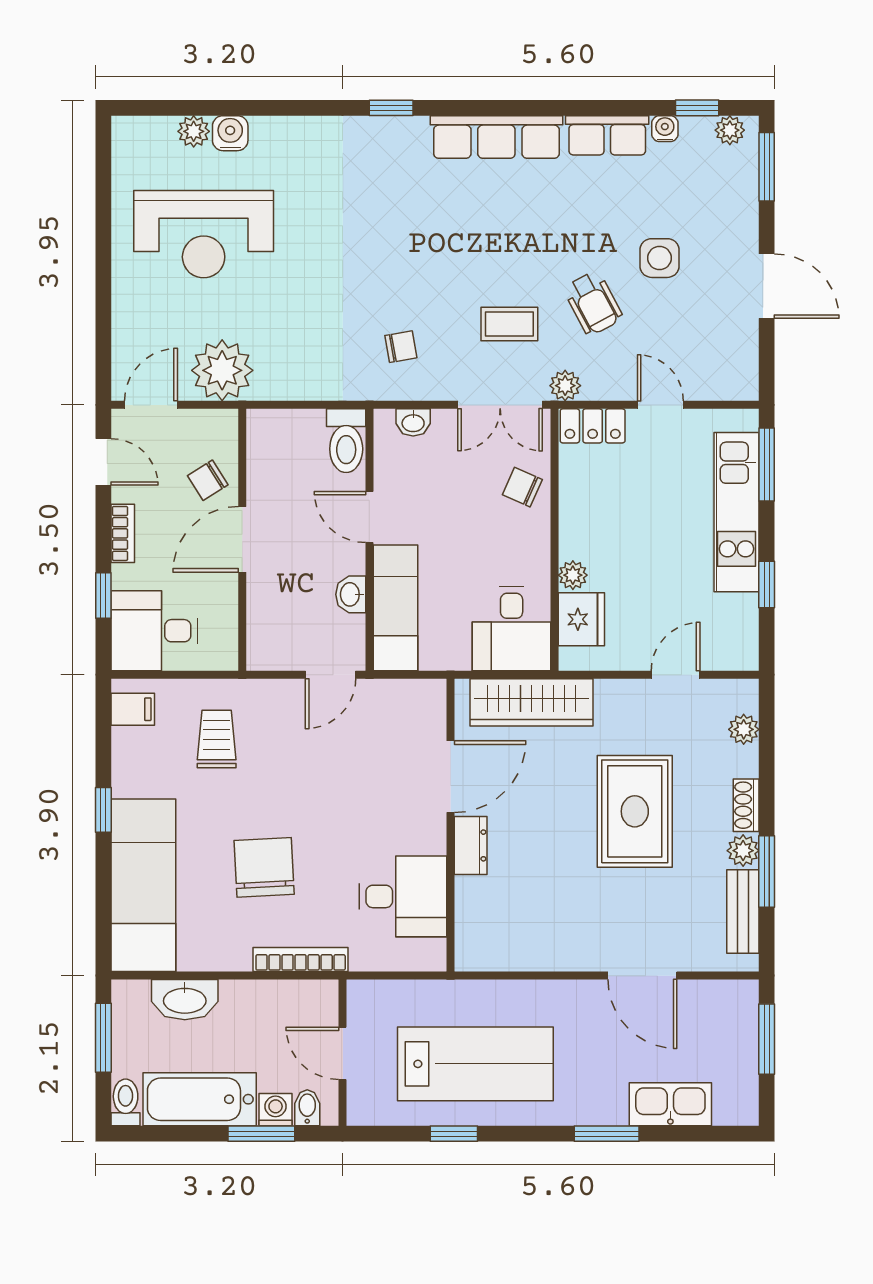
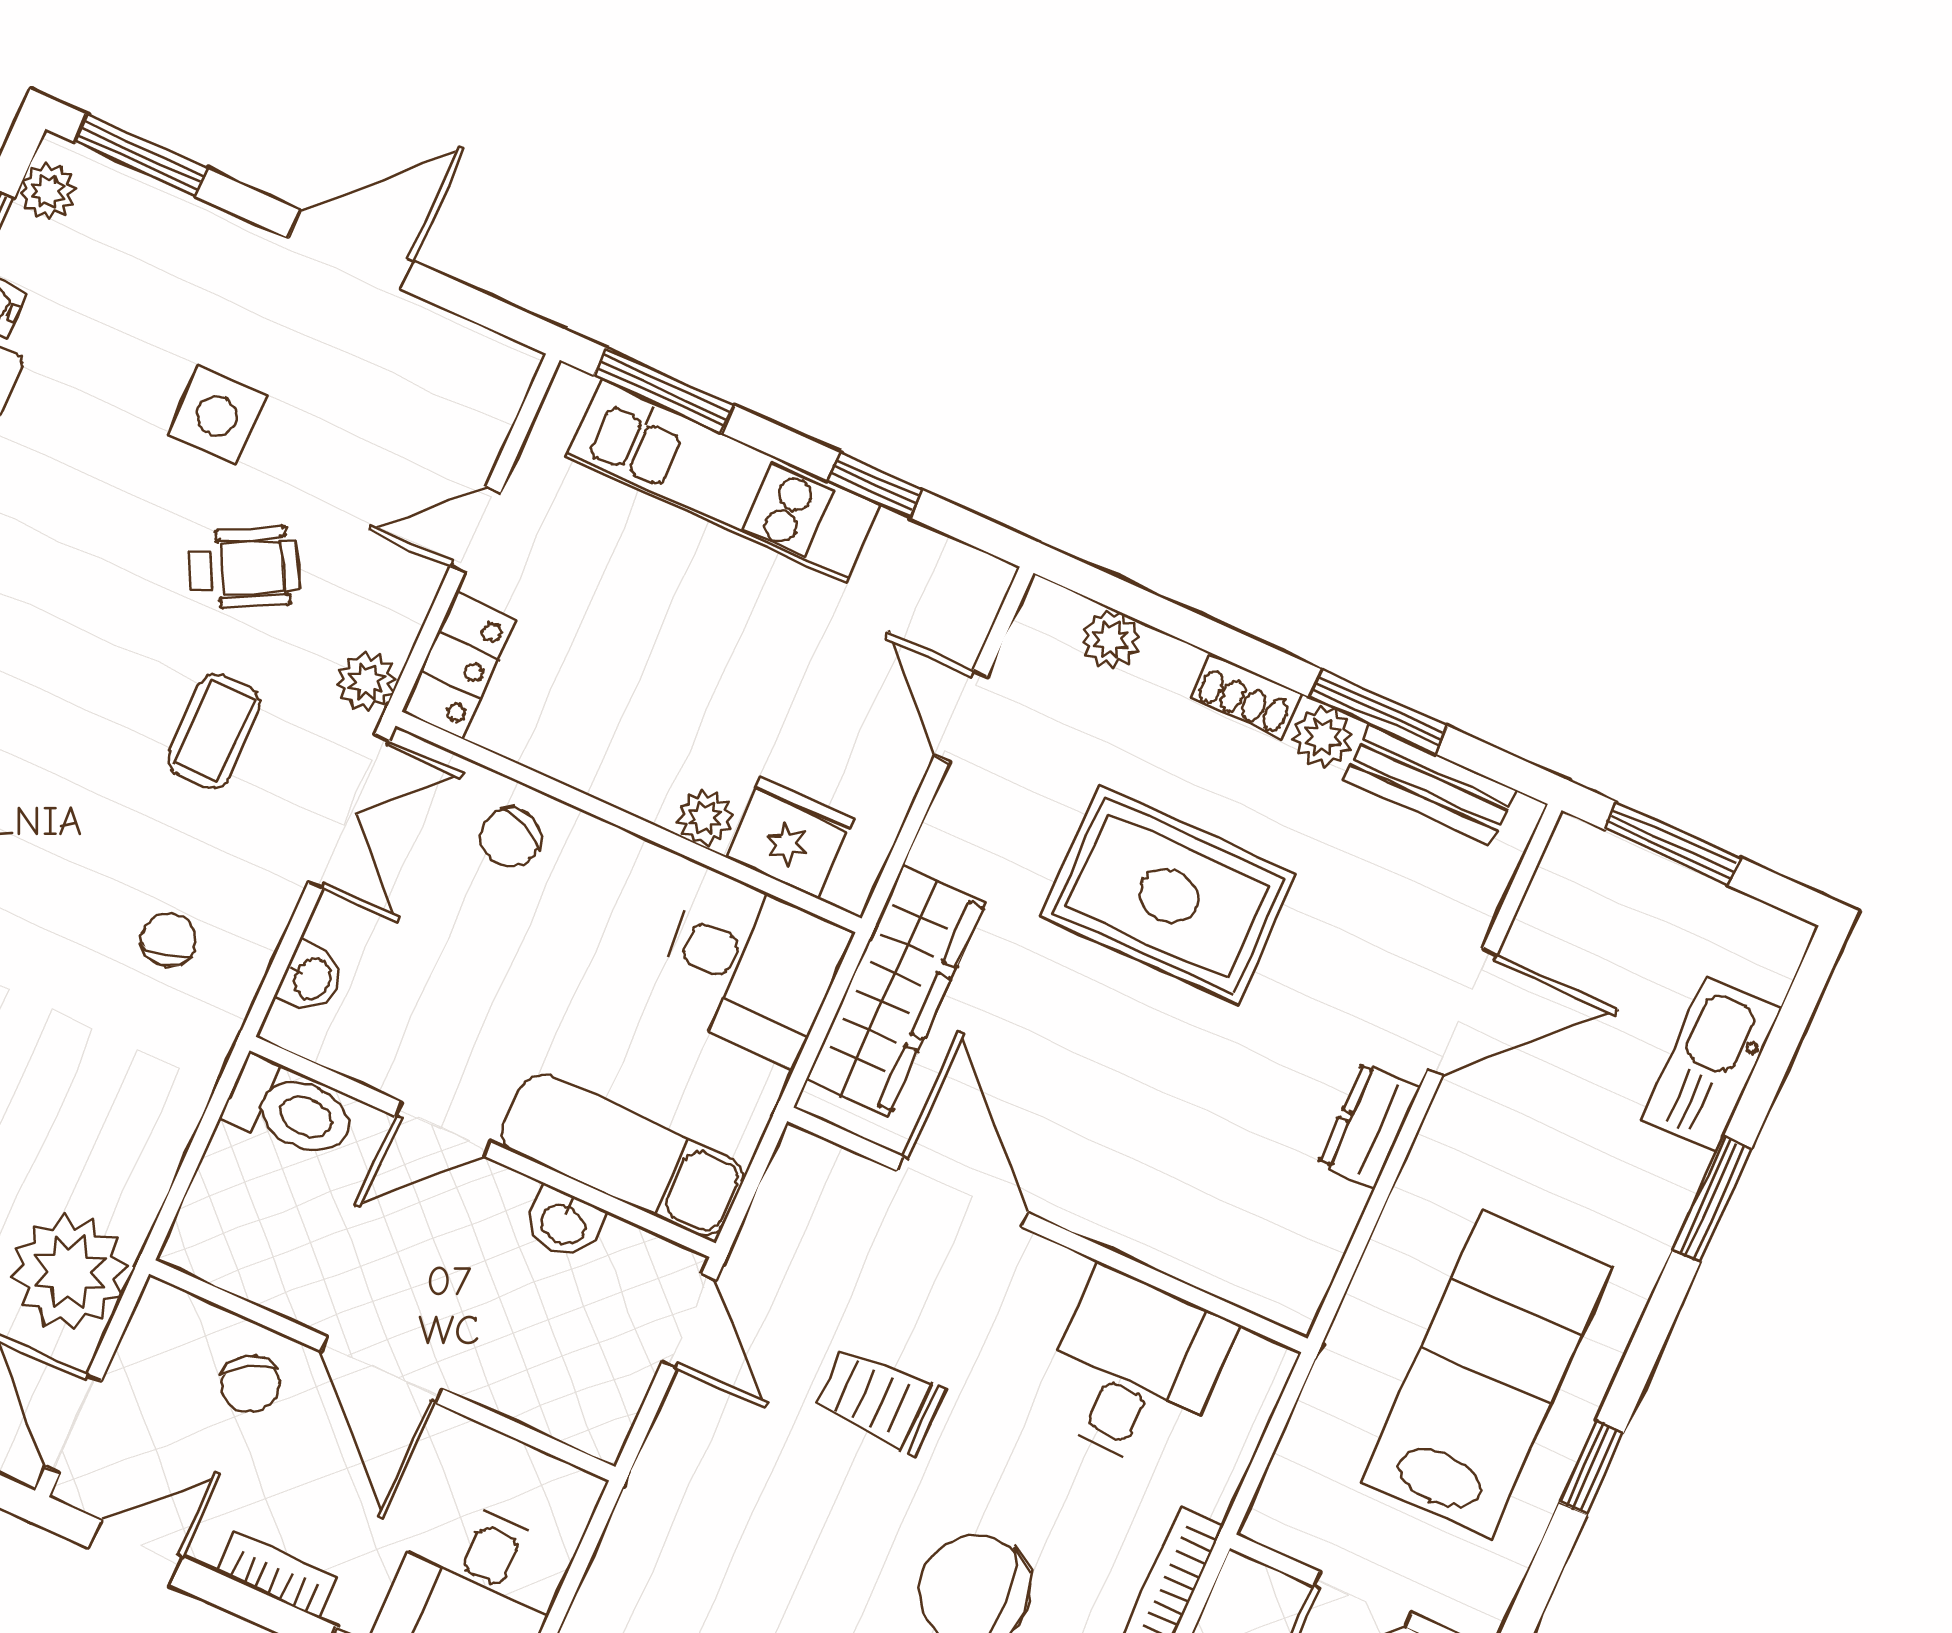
trolley: (217, 739) -> (879, 1401), moved
dresser: (471, 845) -> (1369, 1126), moved, turned -90

